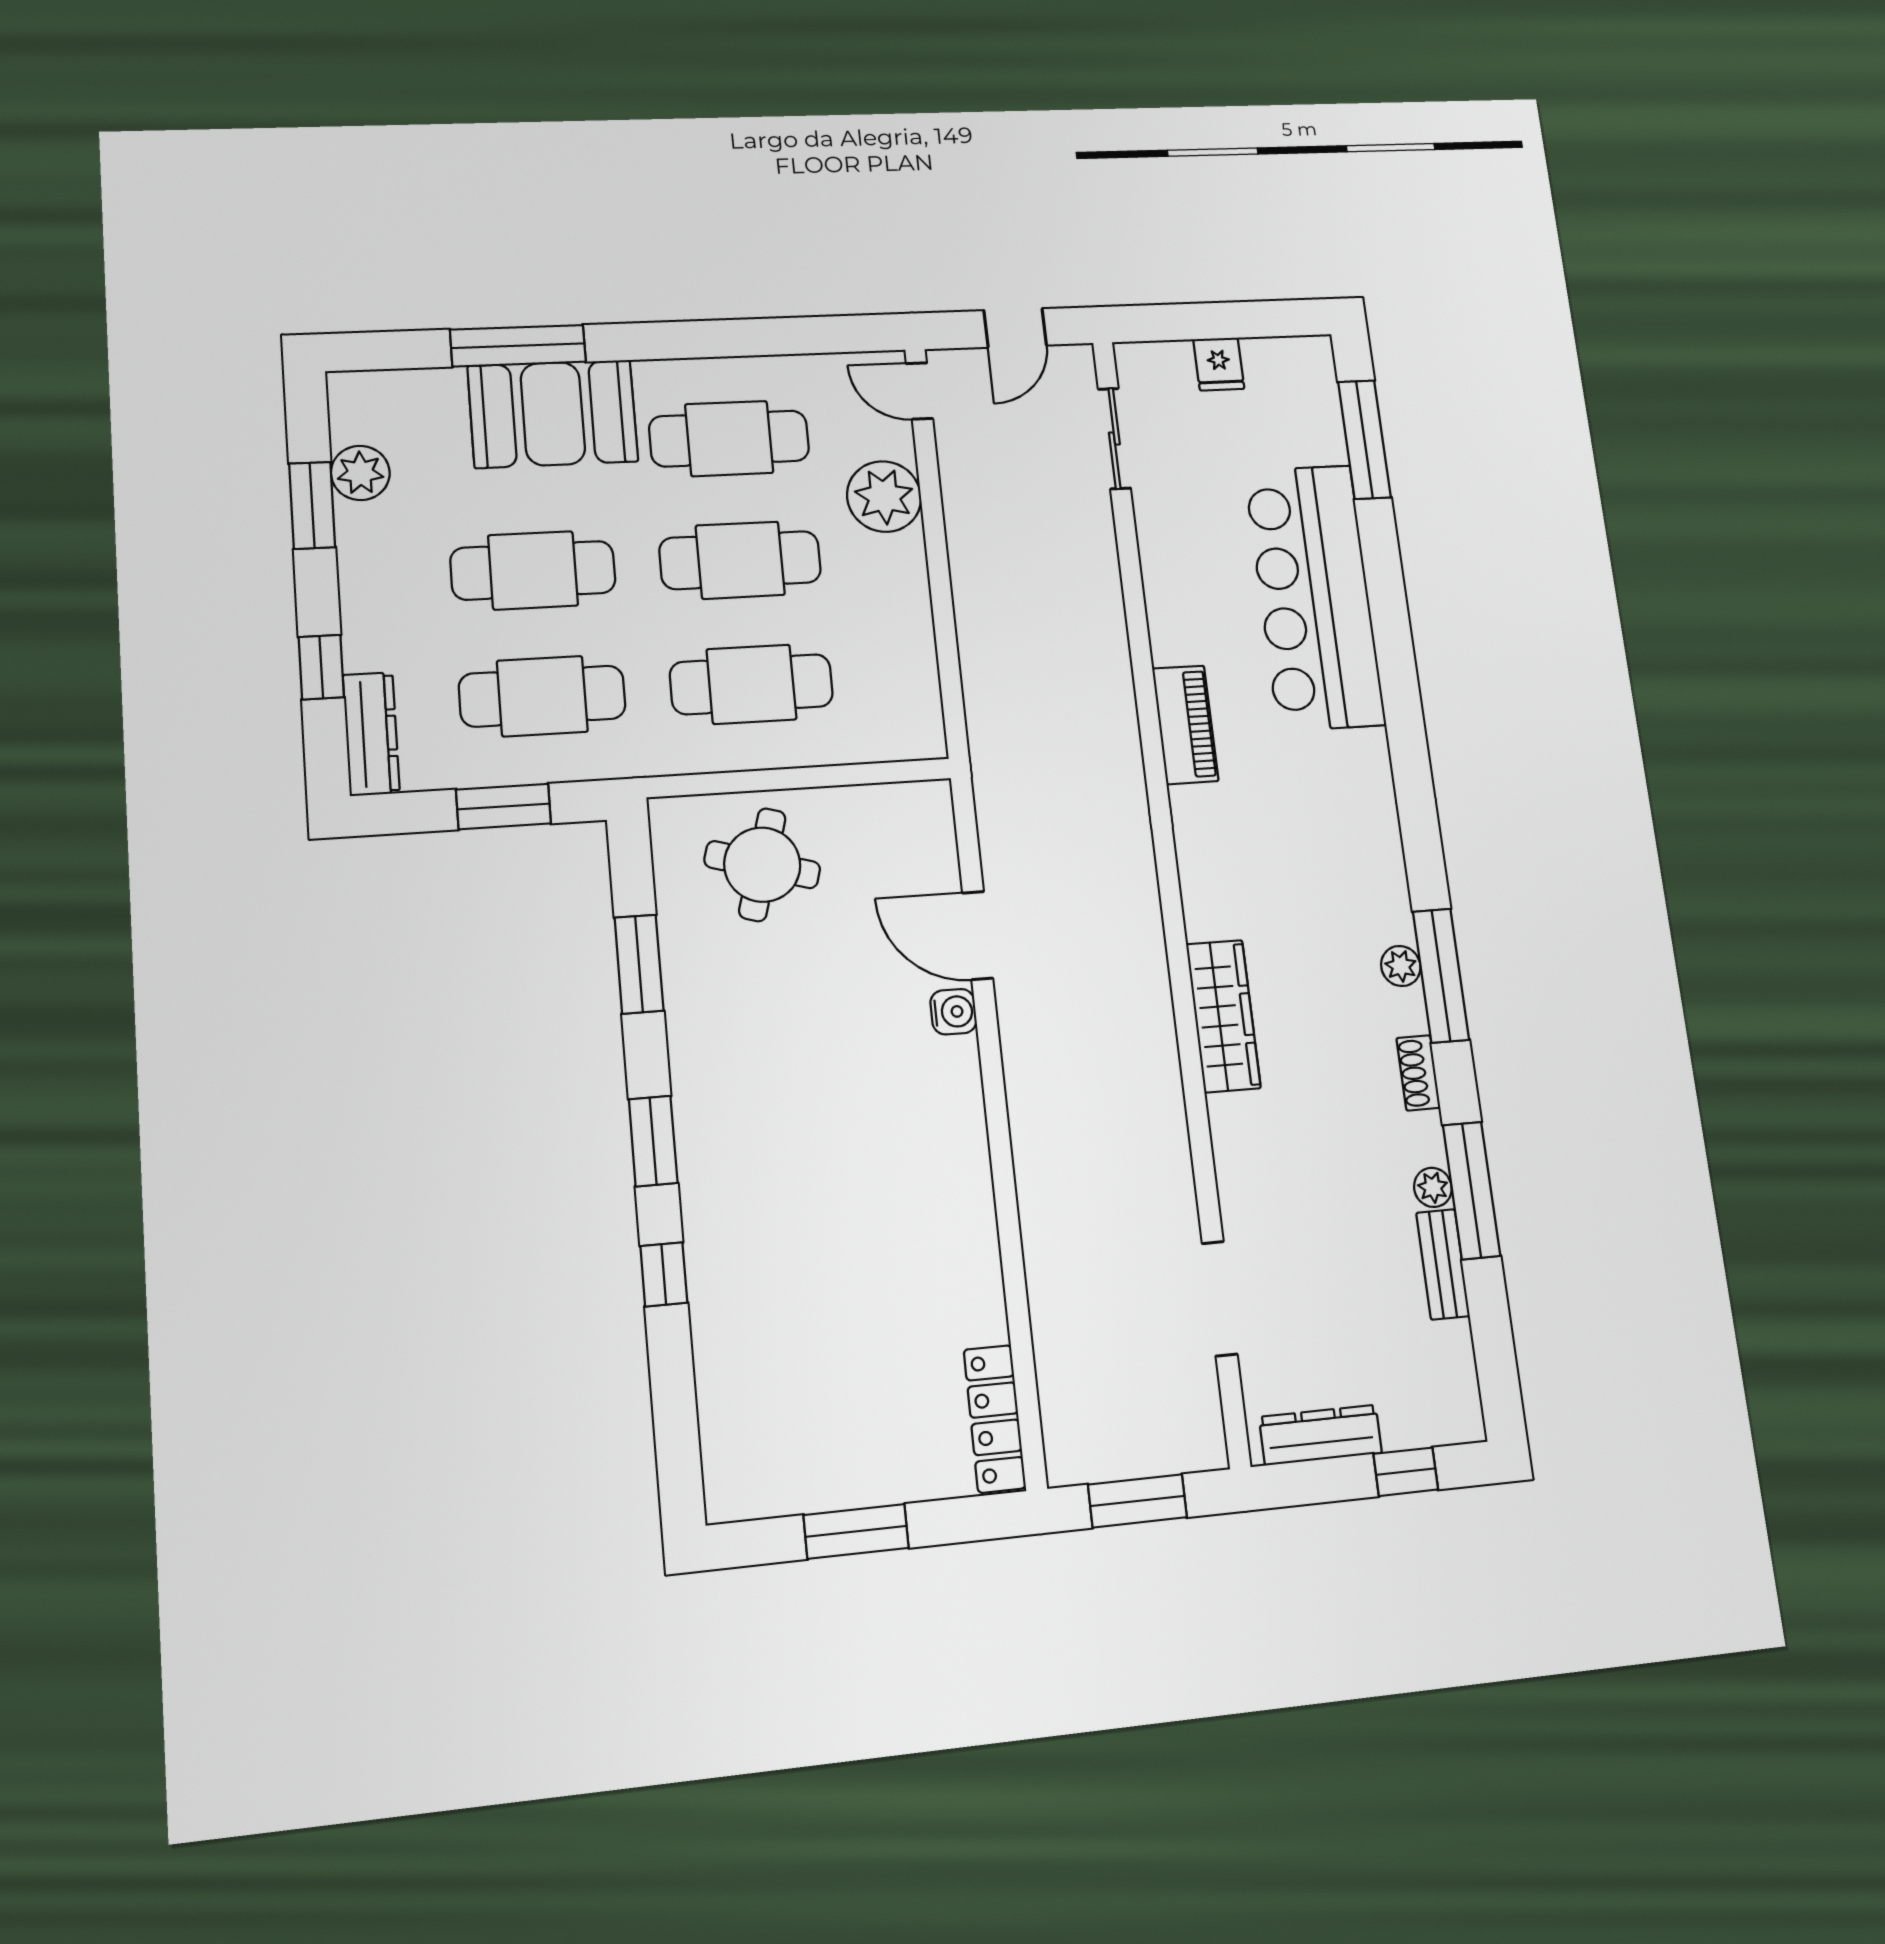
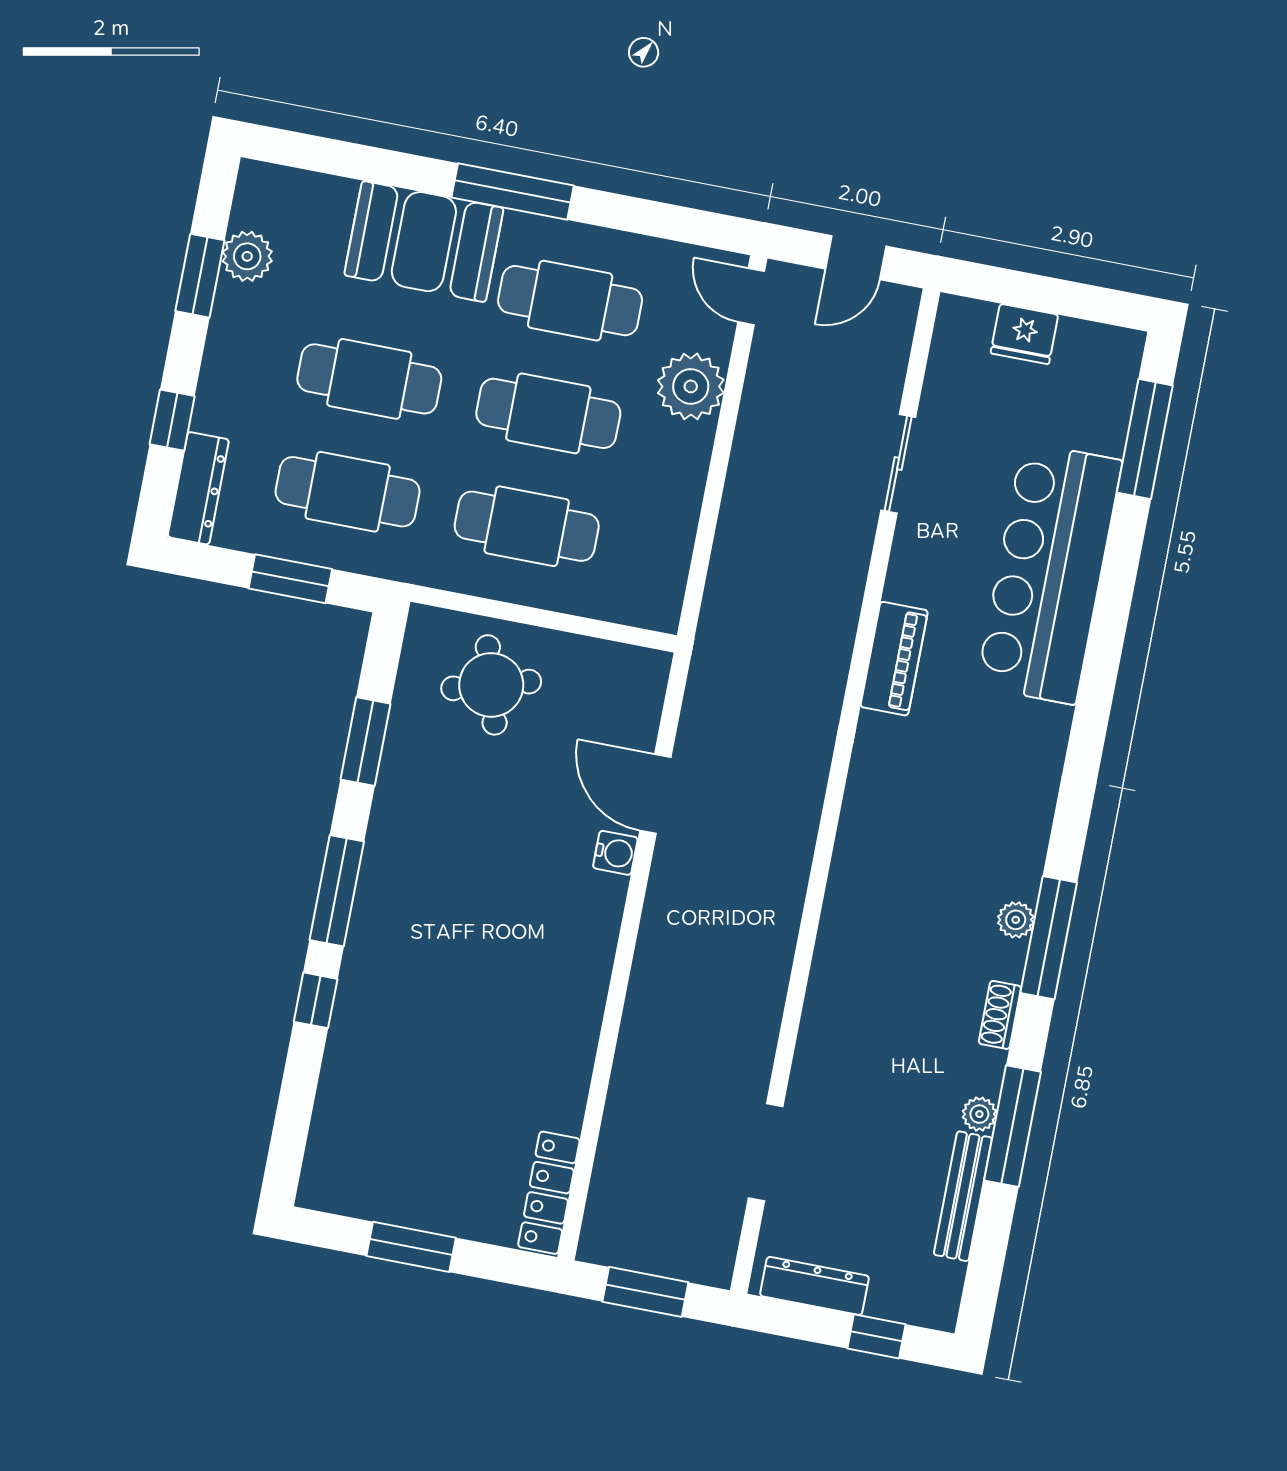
window: (518, 346) -> (513, 192), moved
fridge: (1219, 364) -> (1024, 334), width x1.38
sliding door: (1114, 438) -> (898, 464), moved
round table: (762, 865) -> (491, 685), turned -32
wardrobe: (1223, 1016) -> (845, 920), removed
window: (653, 1141) -> (337, 891), width x1.44
bench: (1443, 1264) -> (963, 1196), width x1.36

